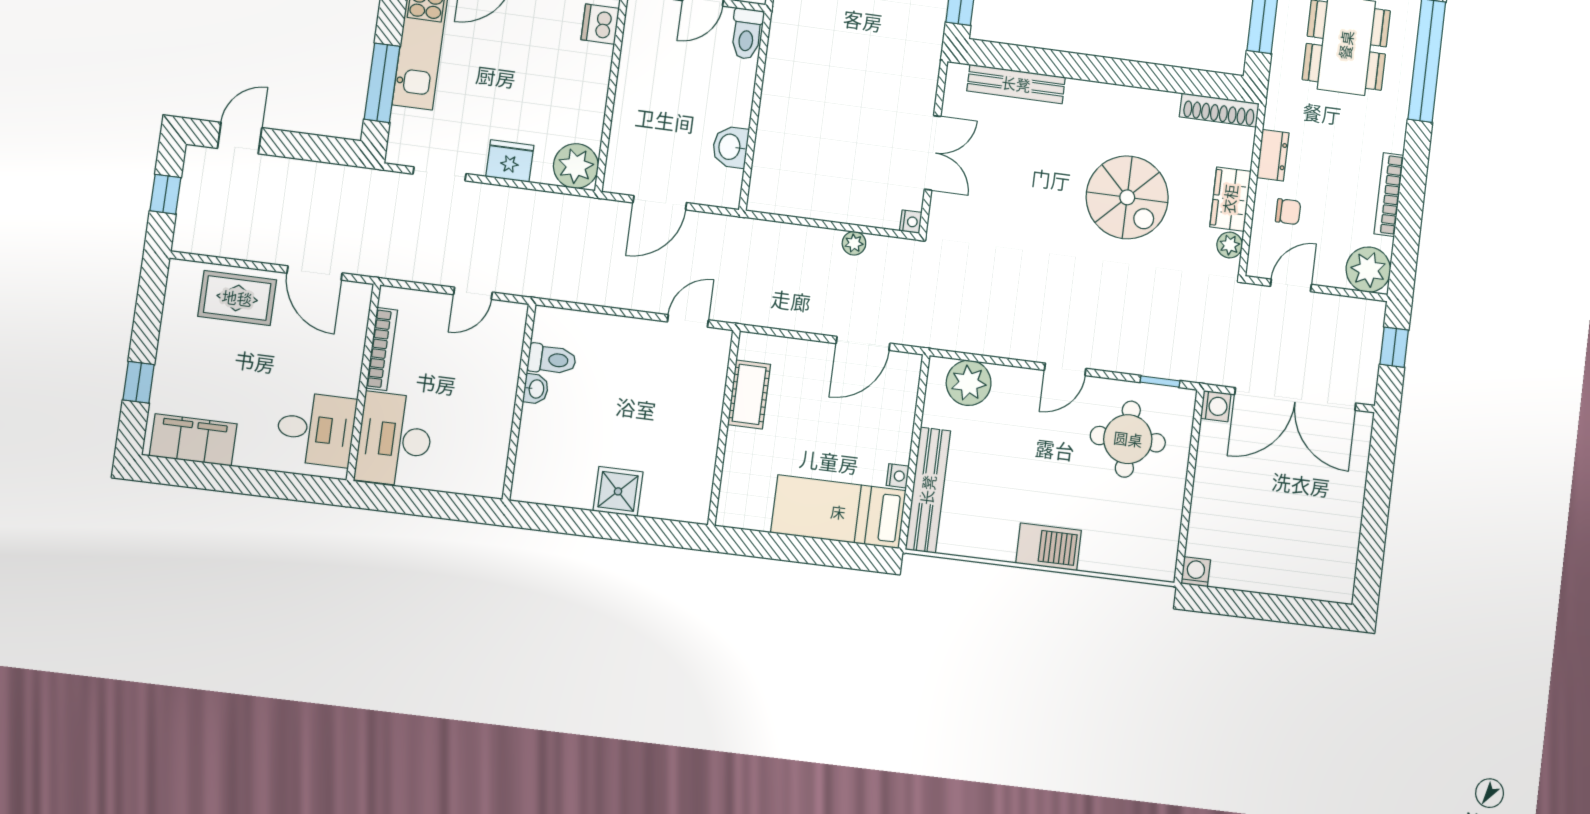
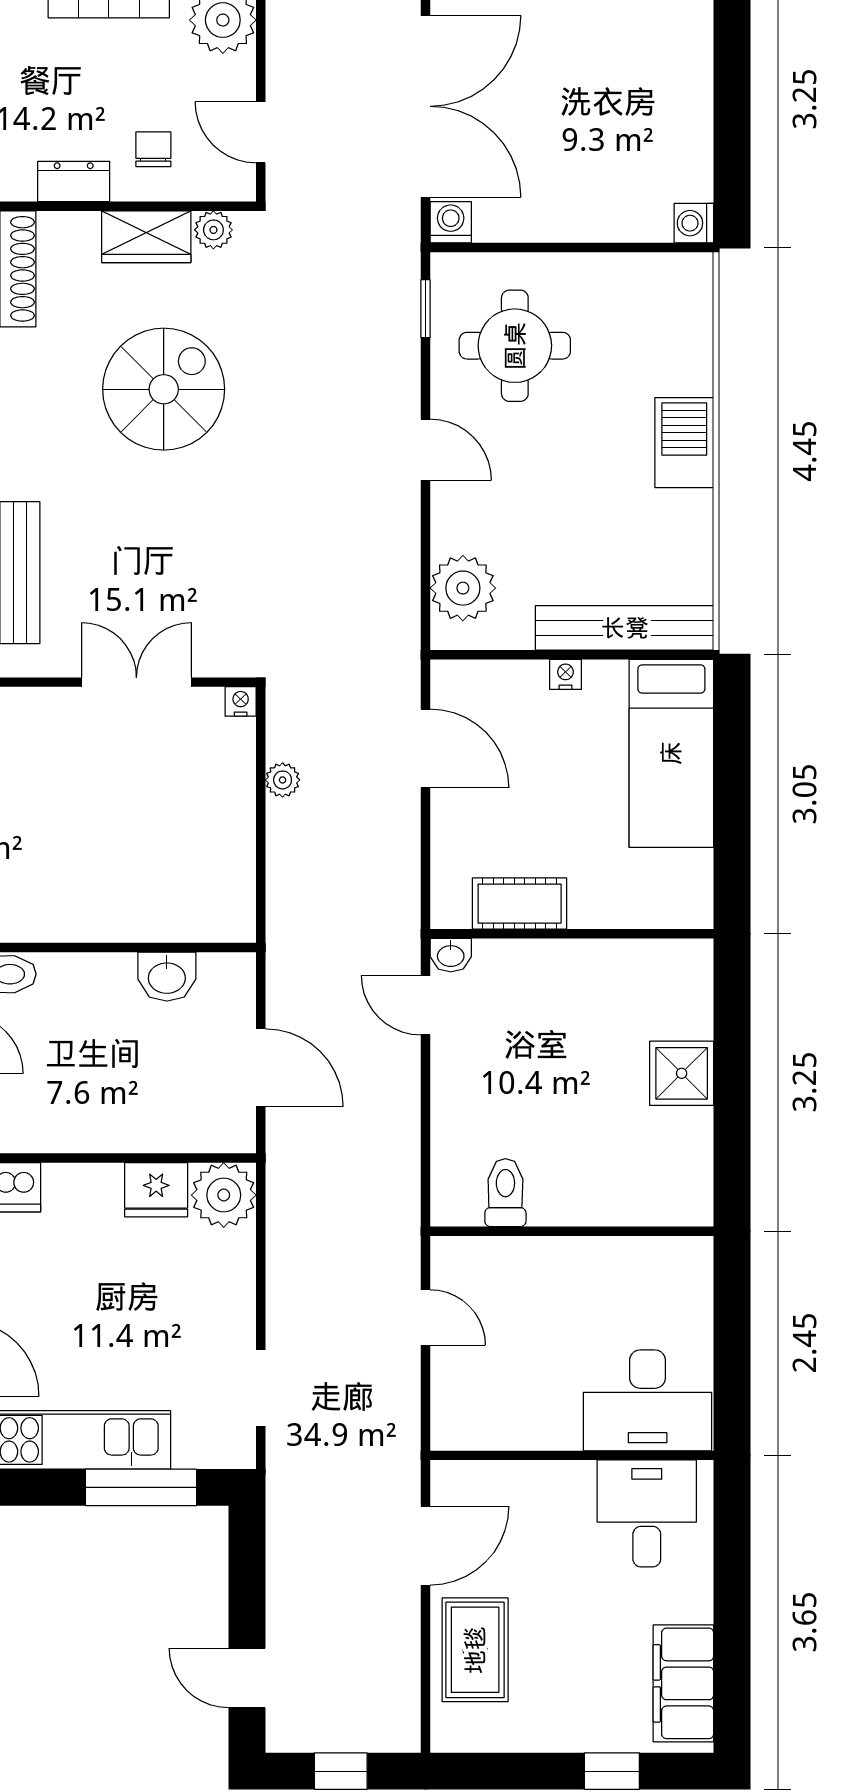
fridge: (510, 161) -> (156, 1190), moved, turned -90
bookcase: (382, 349) -> (521, 1436), removed
washbasin: (536, 389) -> (451, 955), moved, turned 180
nightstand: (898, 476) -> (565, 674), moved

